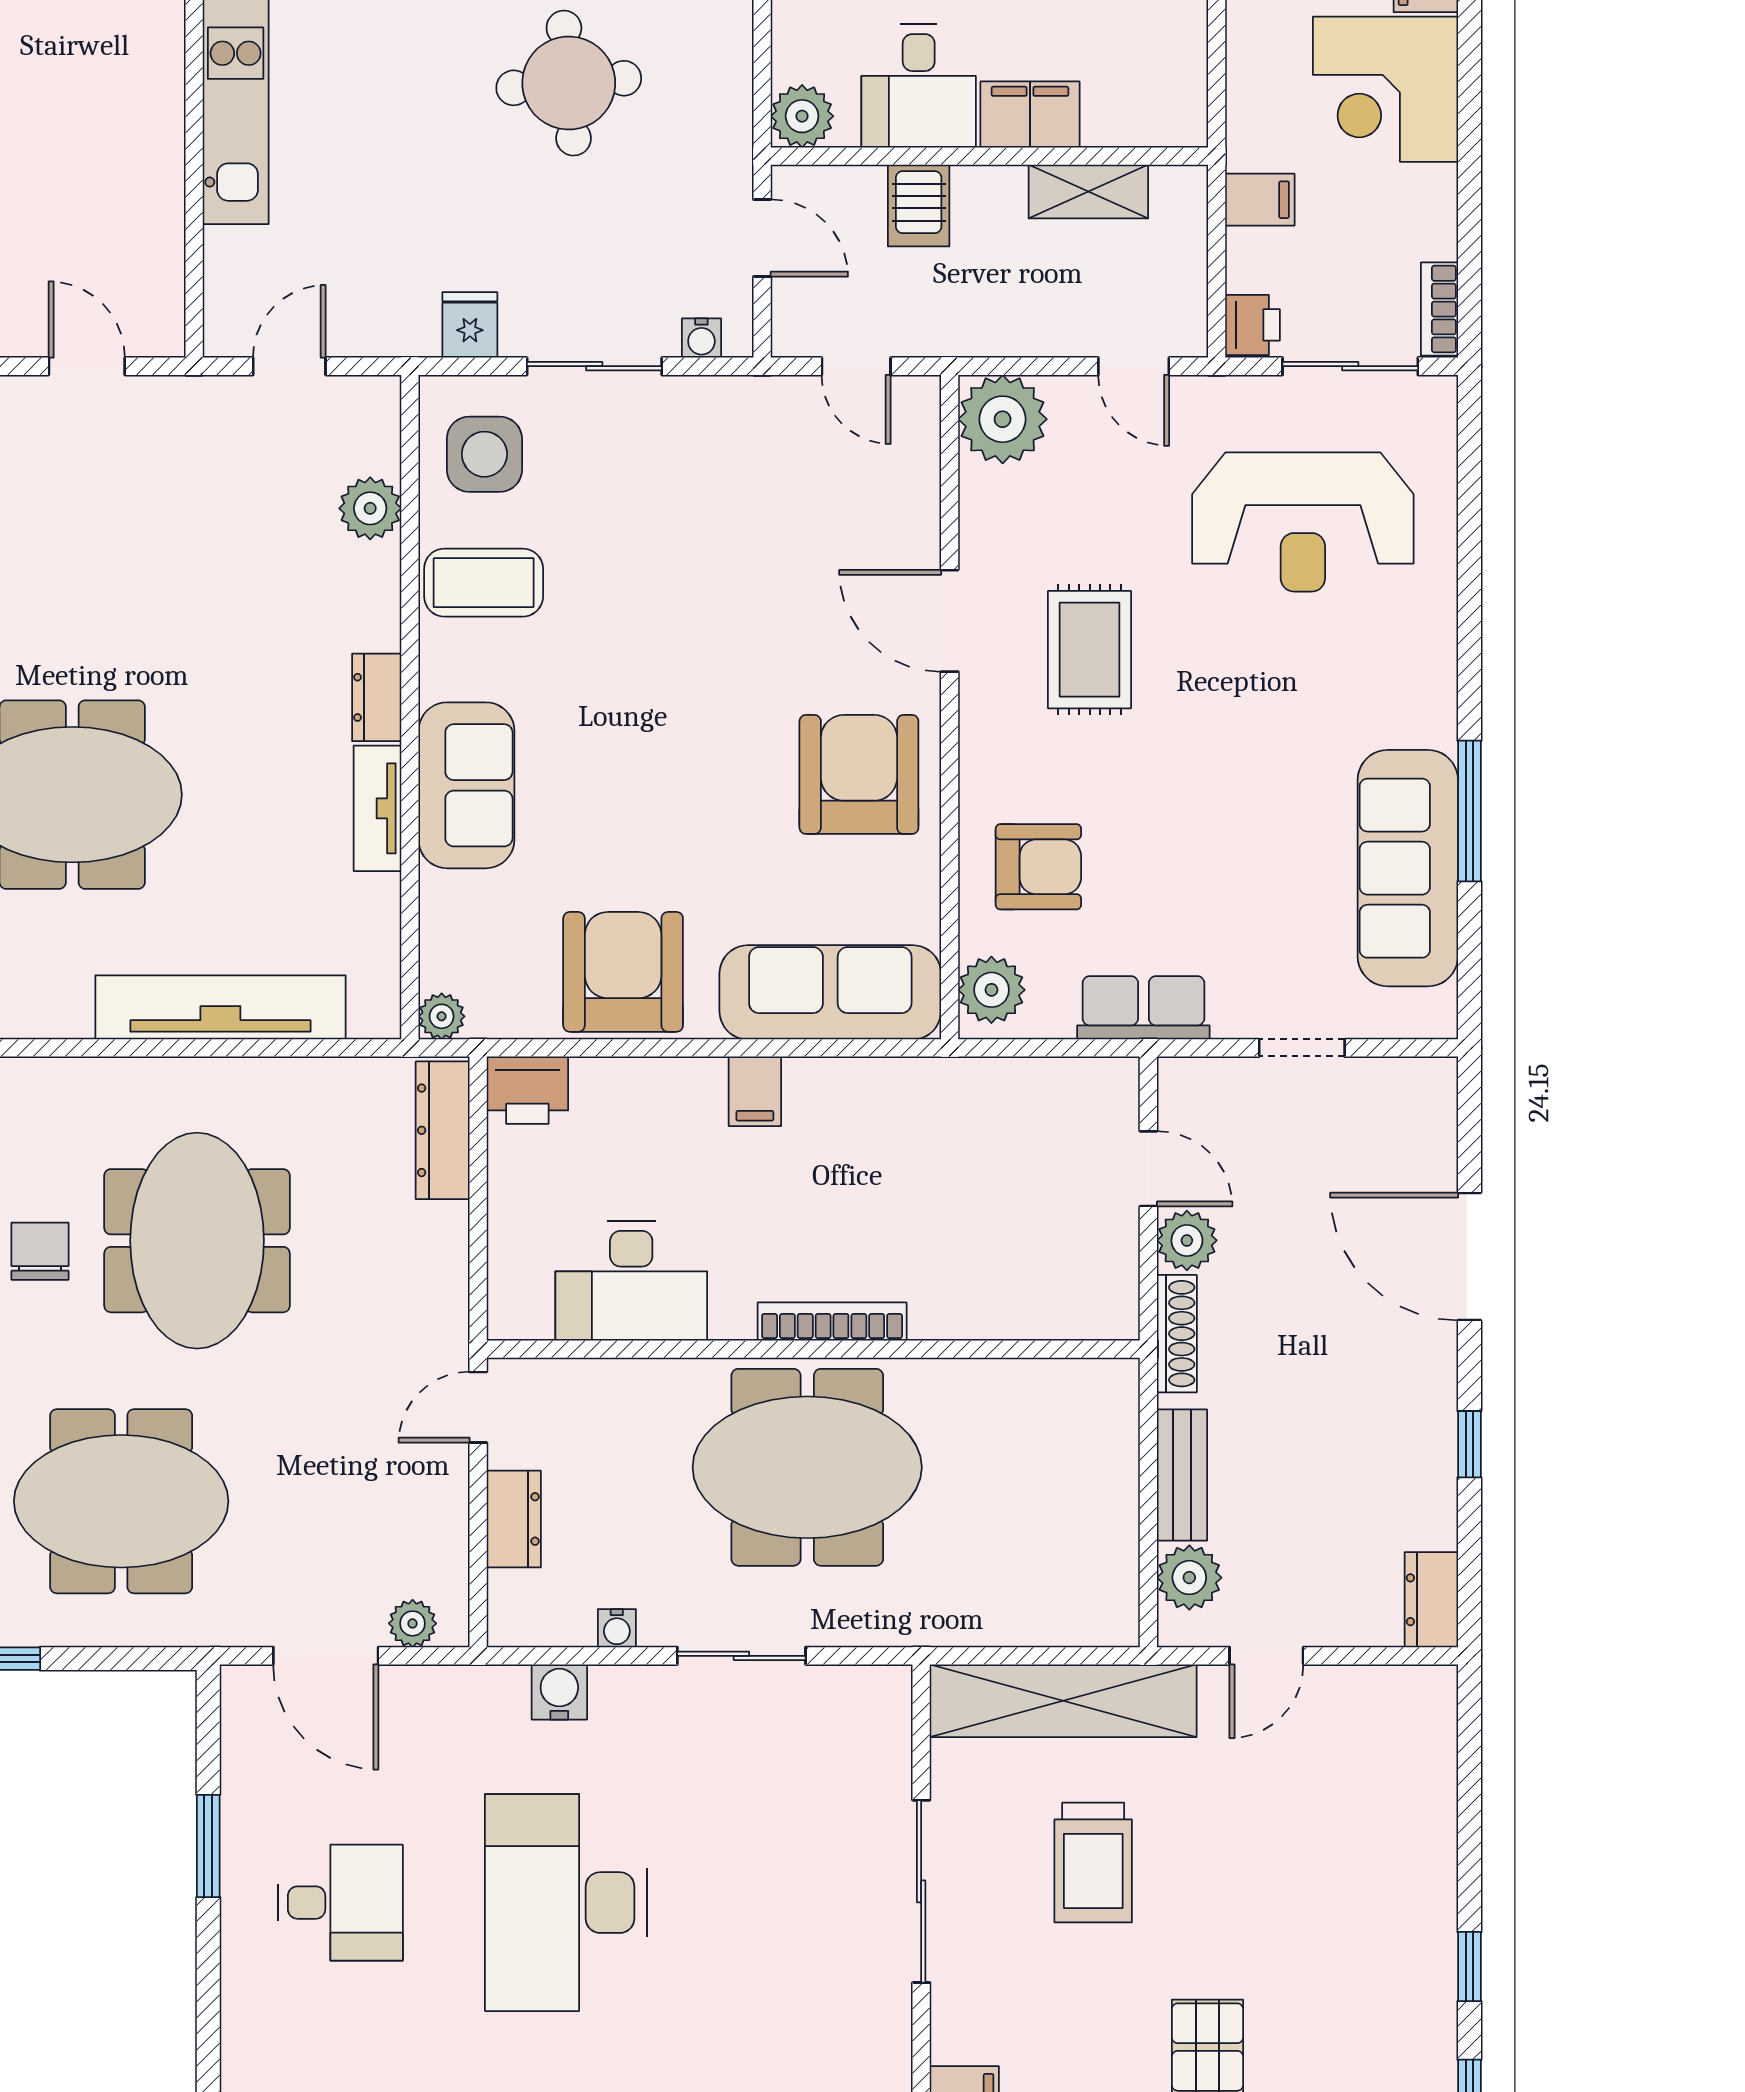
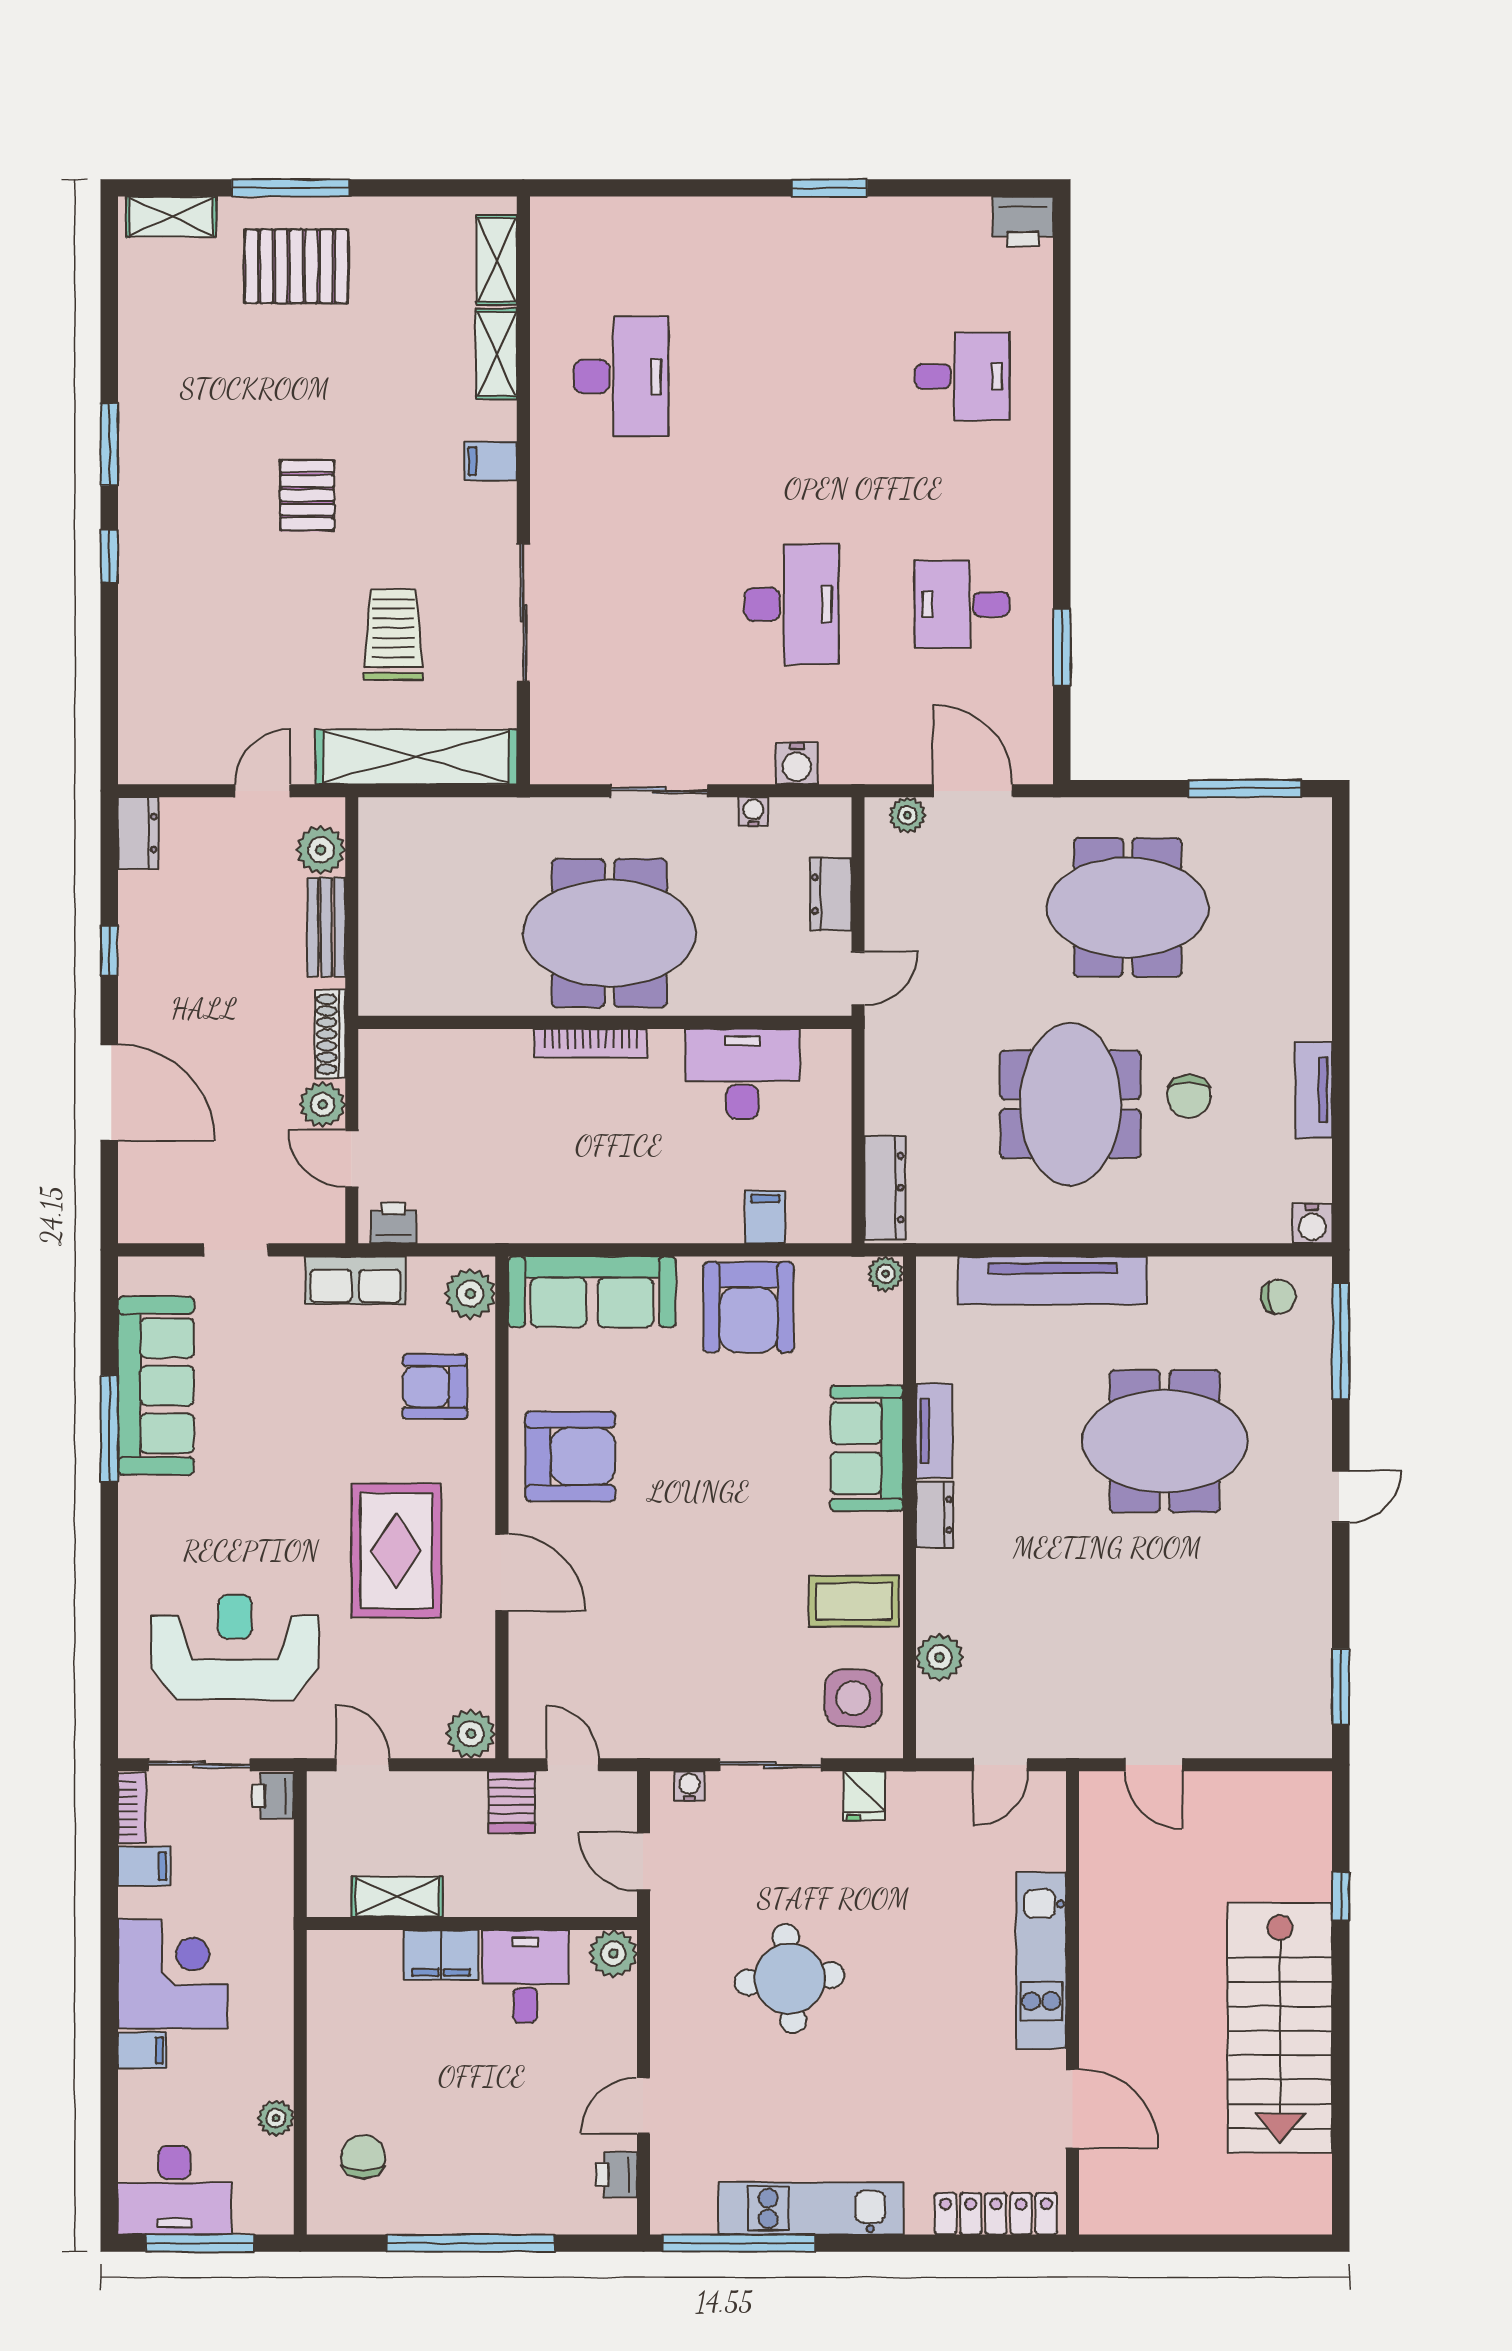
filing cabinet: (1260, 200) -> (144, 1866), moved, turned 180
server rack: (919, 205) -> (511, 1802), moved, turned 180
plant: (1003, 419) -> (471, 1734), width x0.73, depth x0.73
rug: (1090, 650) -> (396, 1551), width x1.36, depth x1.43
armchair: (859, 774) -> (570, 1456), turned -90
printer: (527, 1090) -> (394, 1223), moved, width x0.73, depth x0.81
filing cabinet: (755, 1091) -> (765, 1217), moved
desk: (566, 1903) -> (792, 604), width x0.73, depth x0.77

